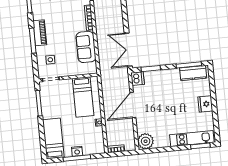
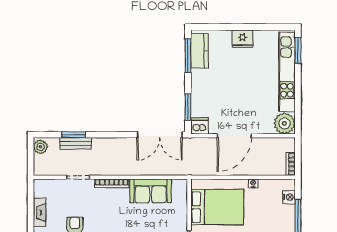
bed: (83, 97) -> (217, 207), width x1.50
door: (133, 105) -> (234, 136), hinge flipped
kitchen unit: (192, 139) -> (287, 72), width x1.36
nightstand: (77, 151) -> (289, 197), moved

